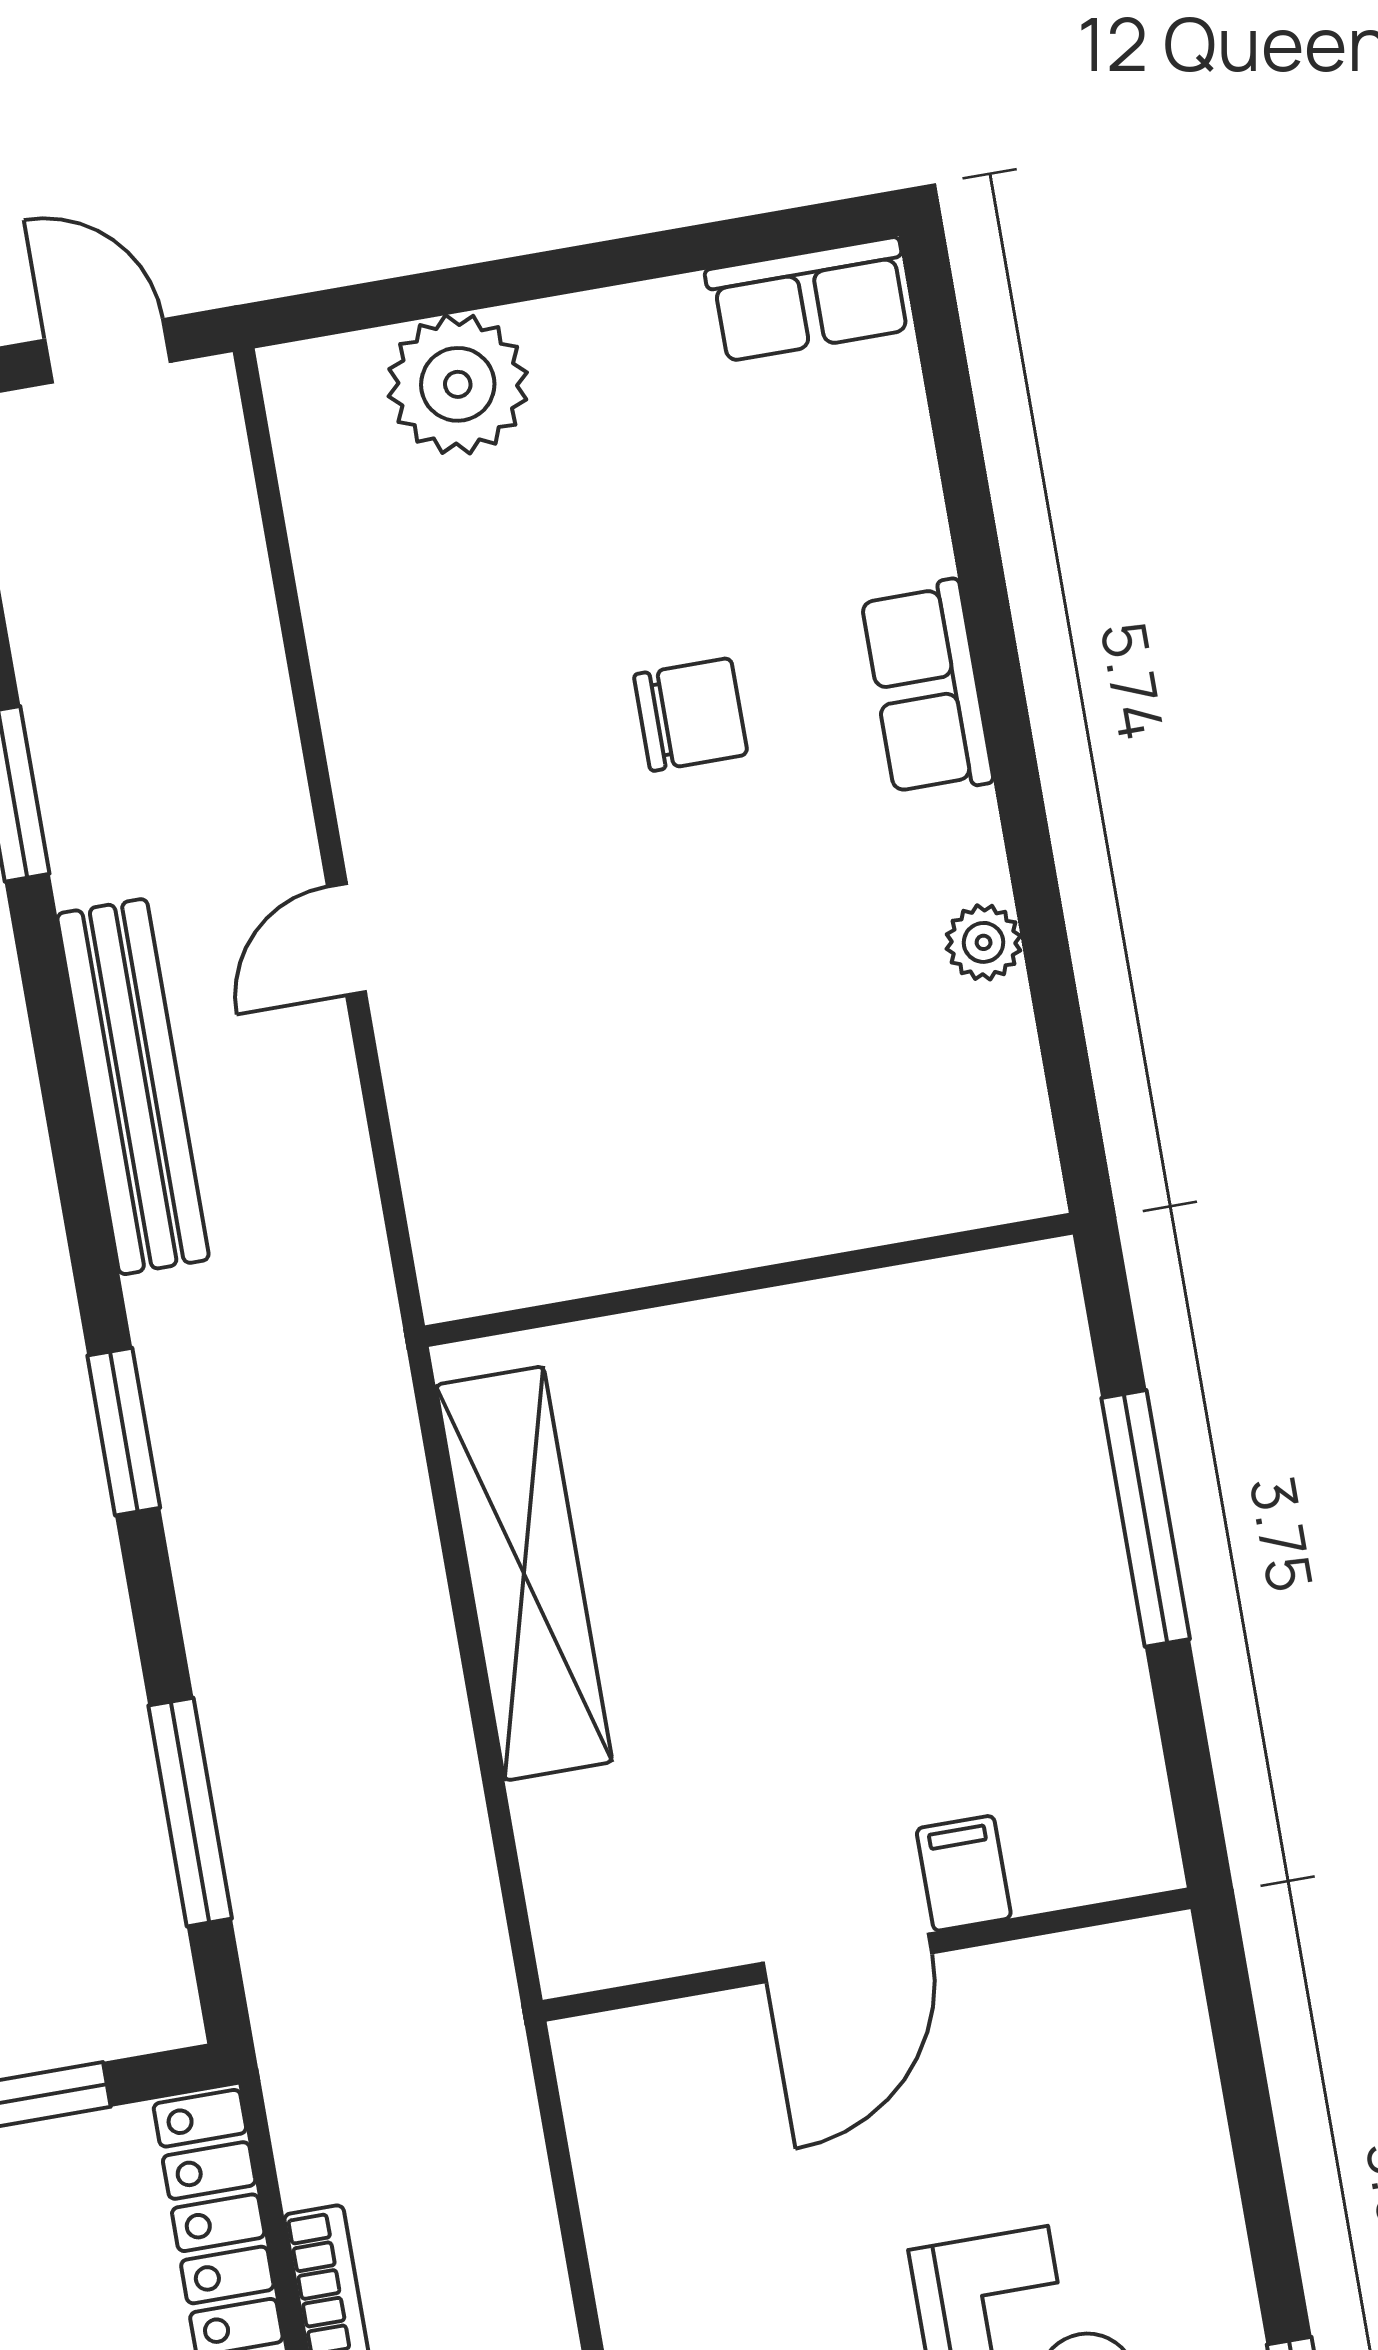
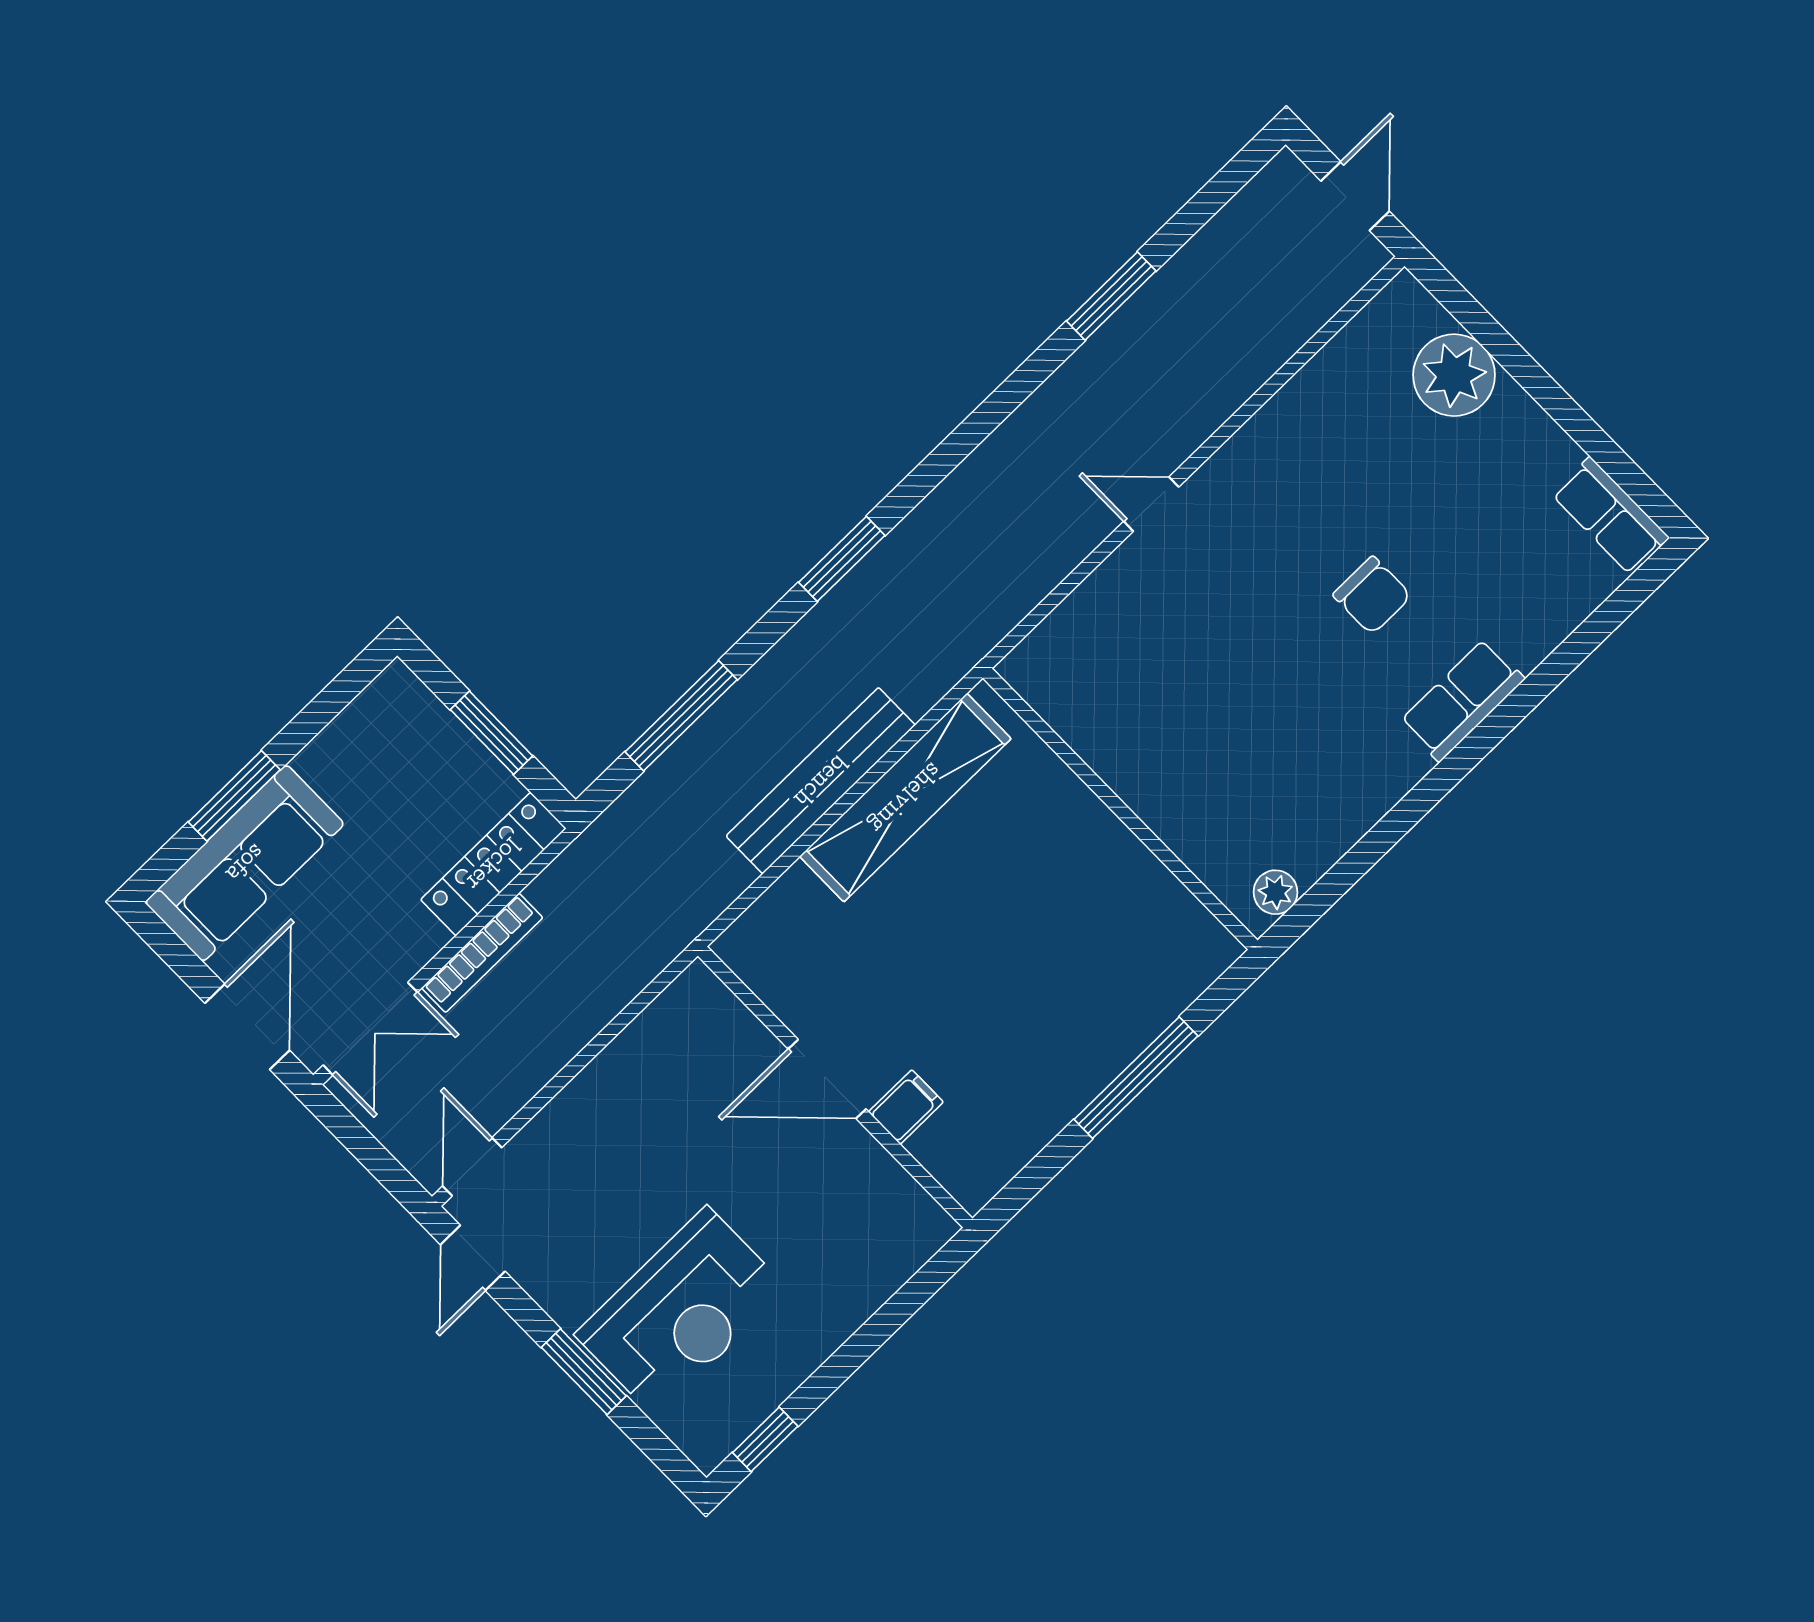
plant: (984, 942) -> (1275, 892), moved
bench: (133, 1087) -> (821, 781), moved

